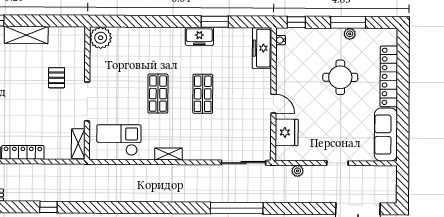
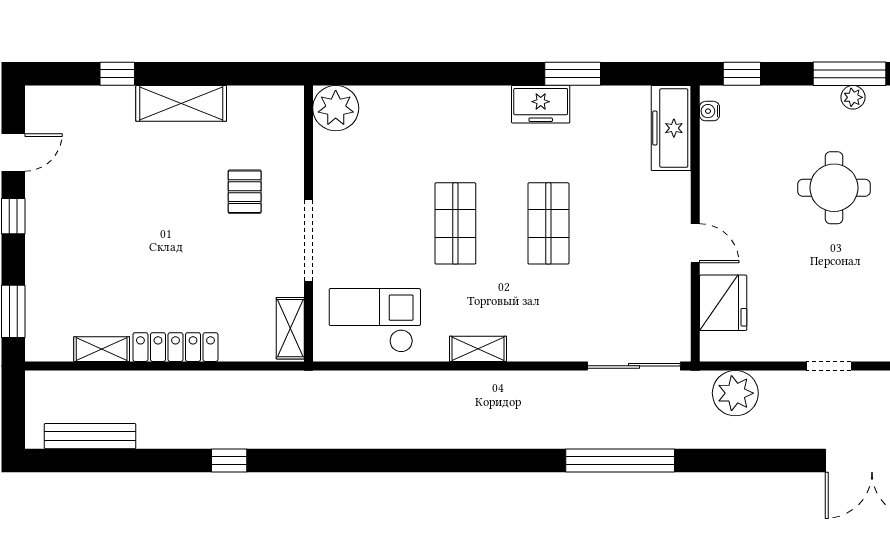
plant: (297, 171) -> (735, 393), width x1.87, depth x1.87

